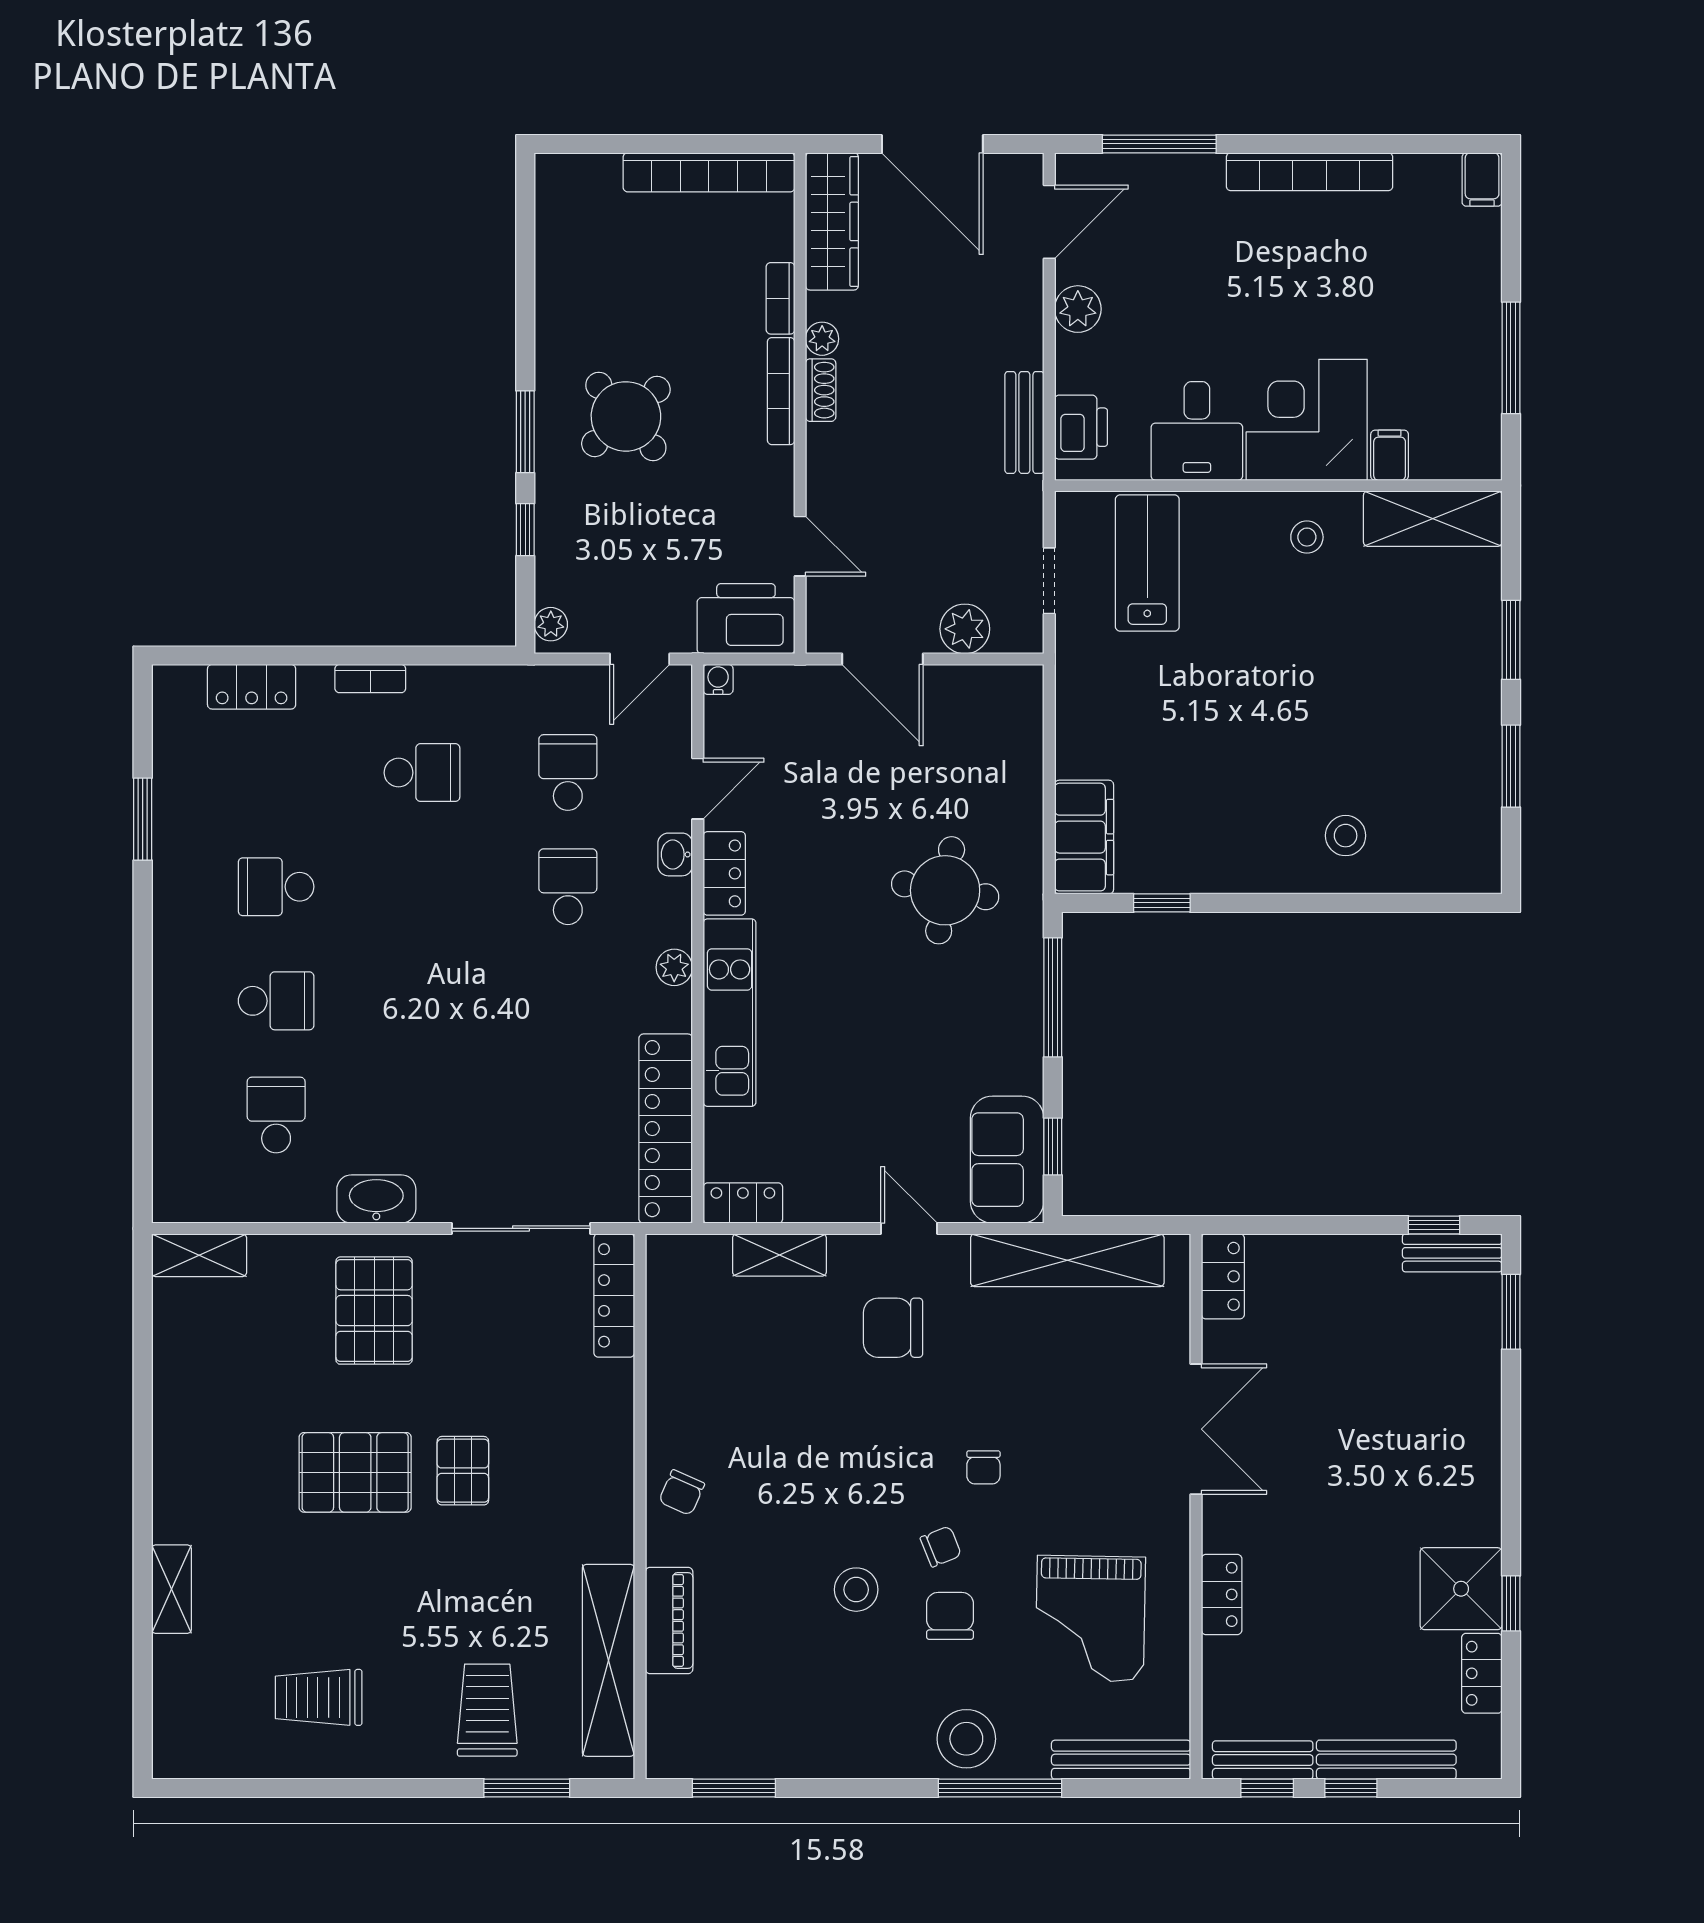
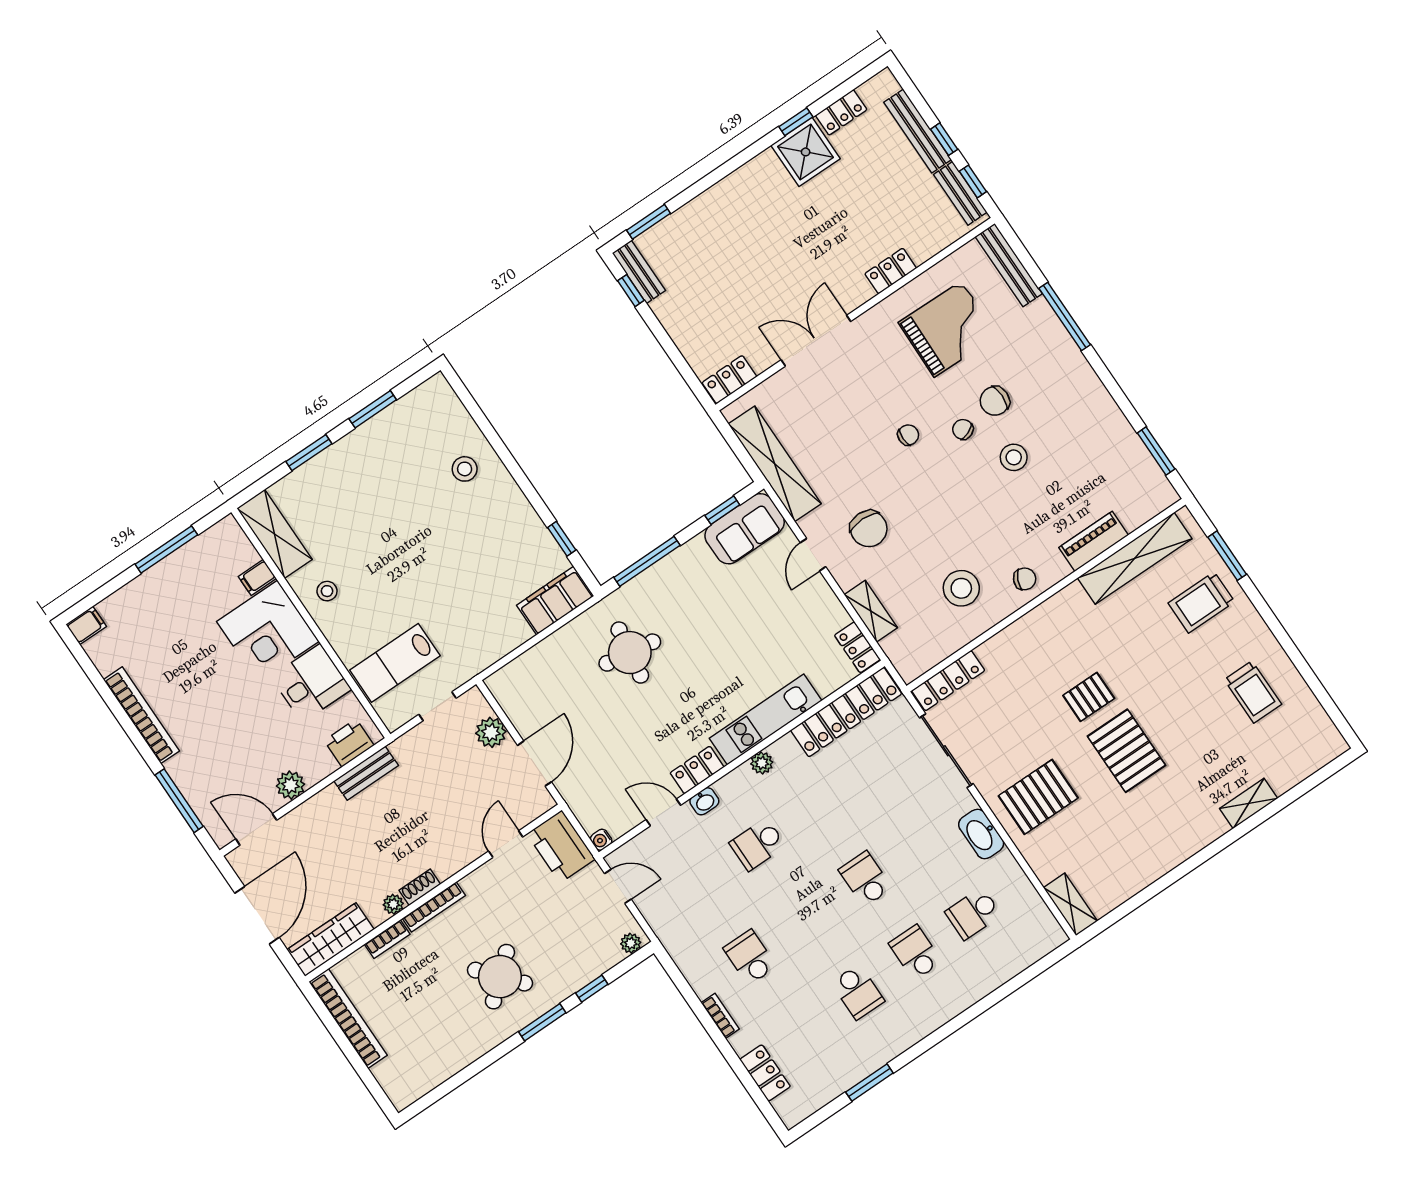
school desk: (568, 773) -> (865, 879), moved, turned 90
stool: (966, 1739) -> (961, 588), moved

